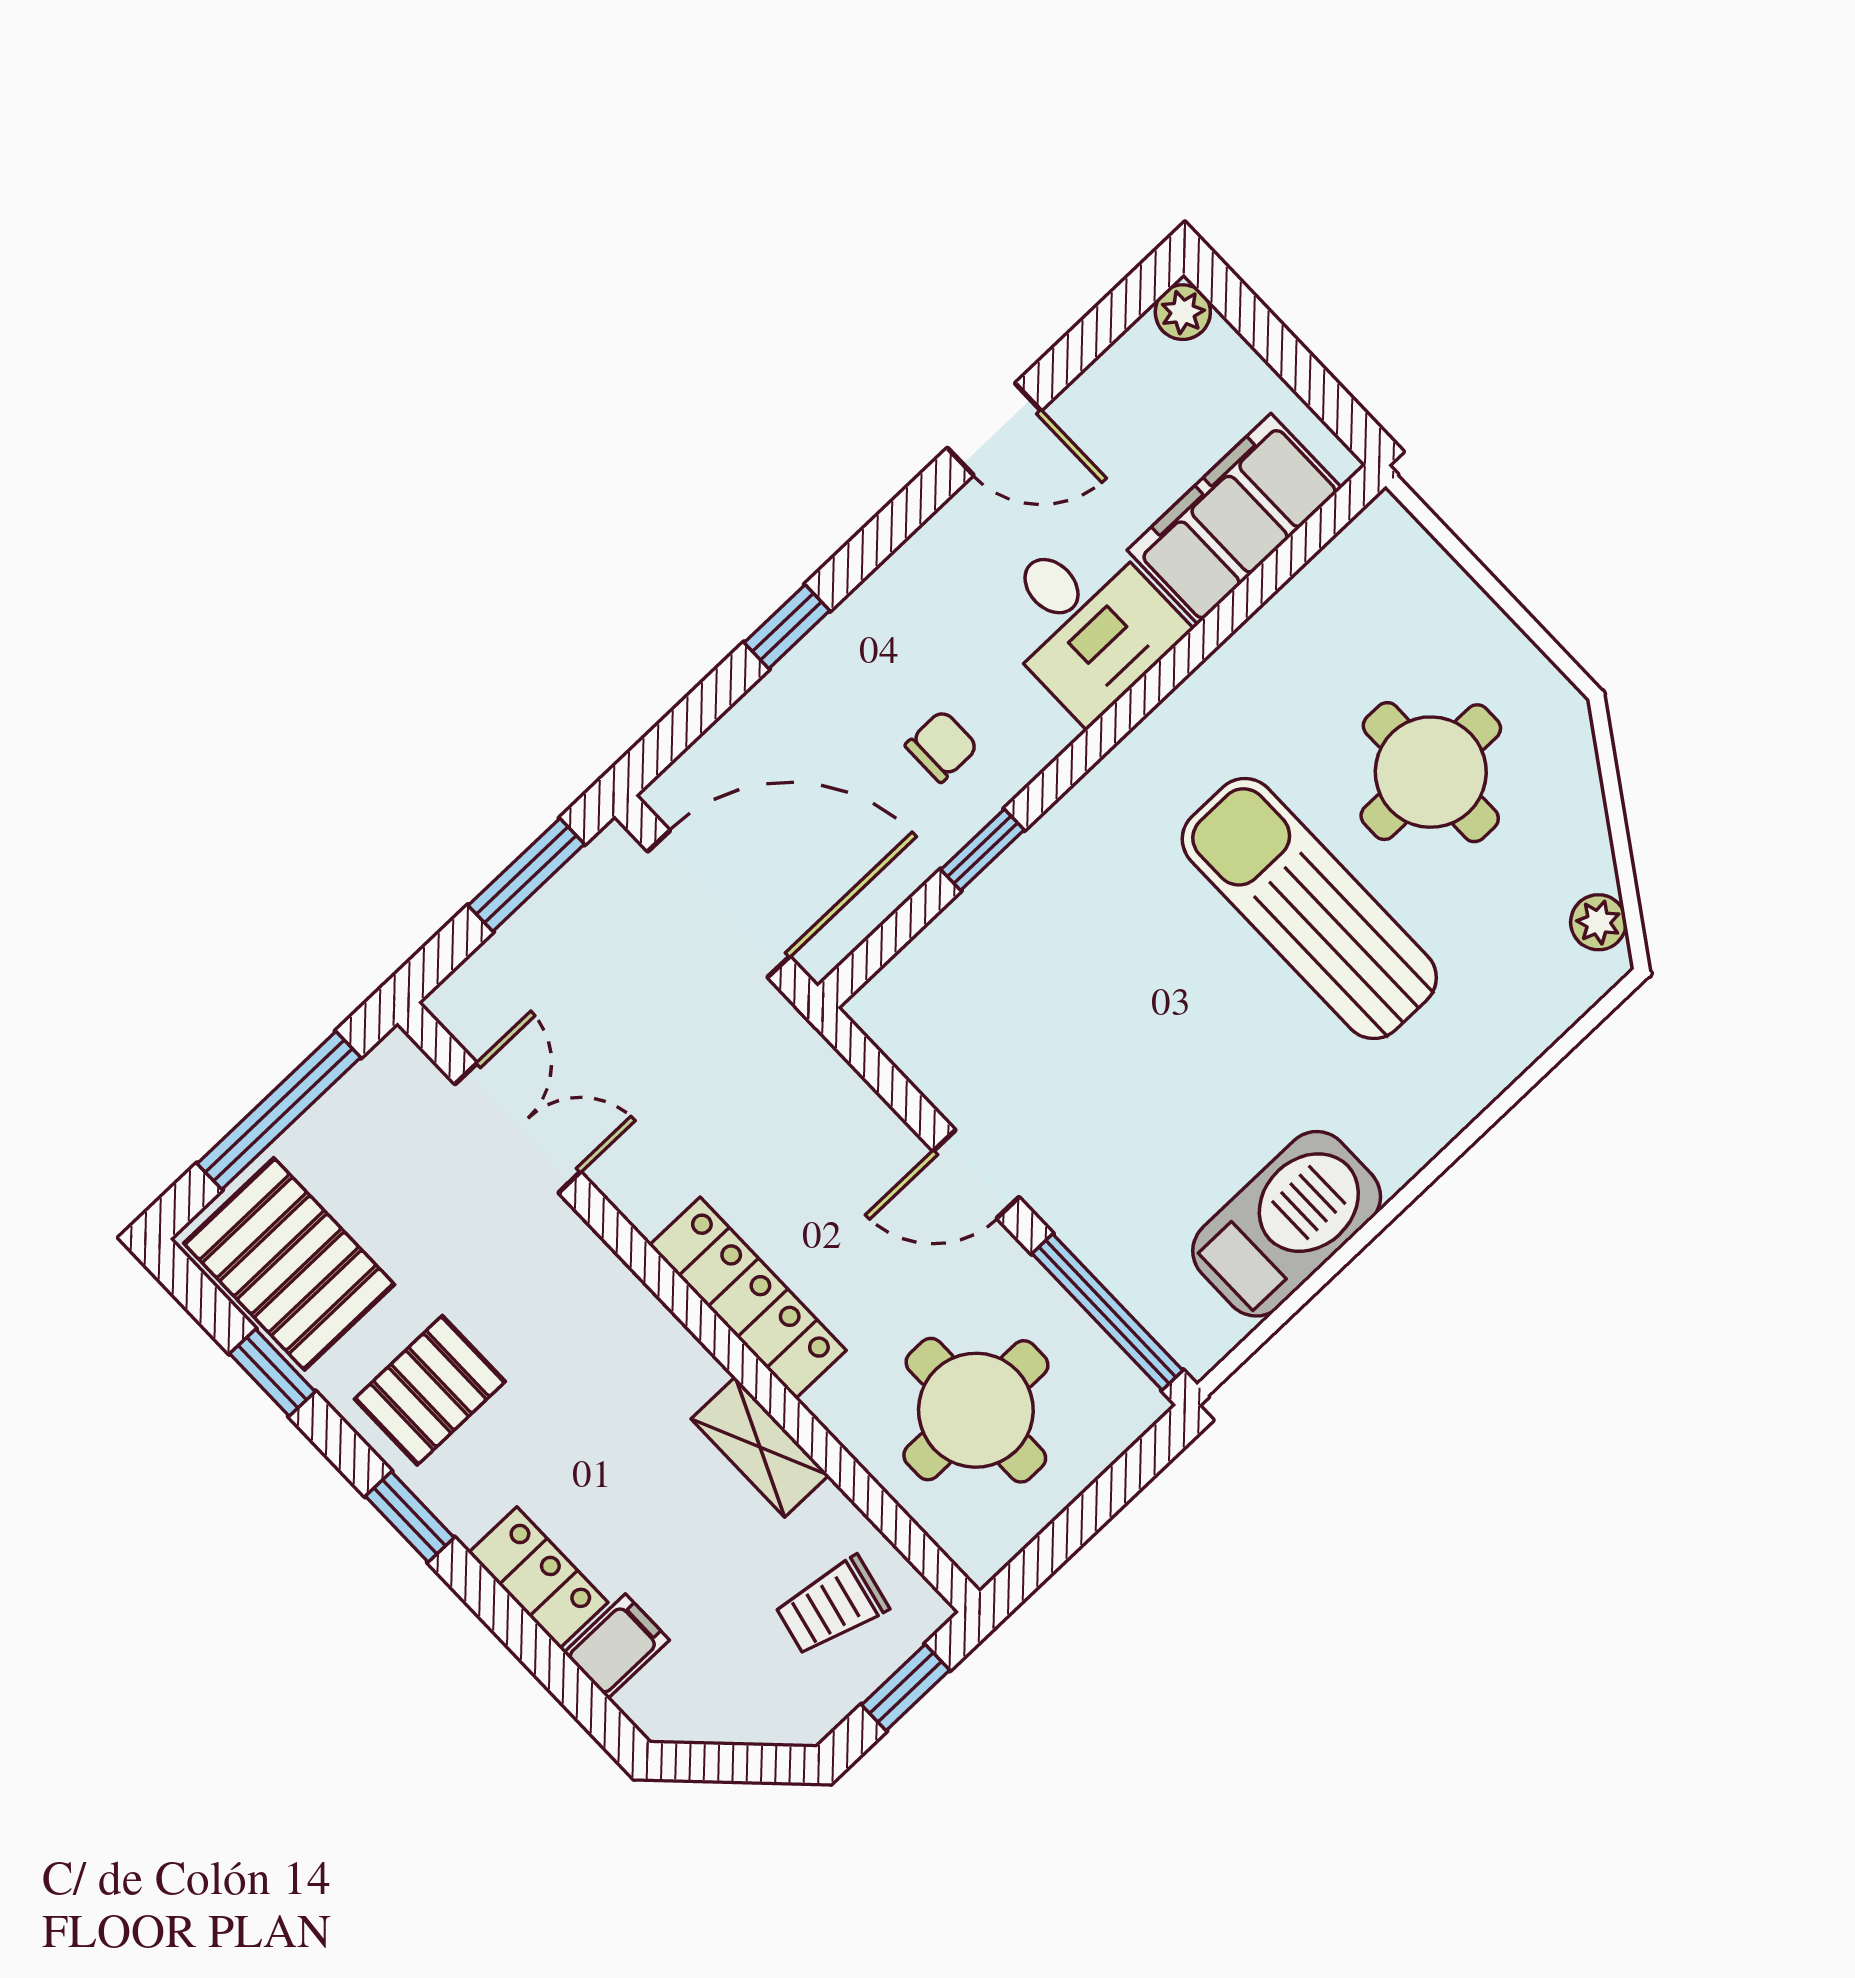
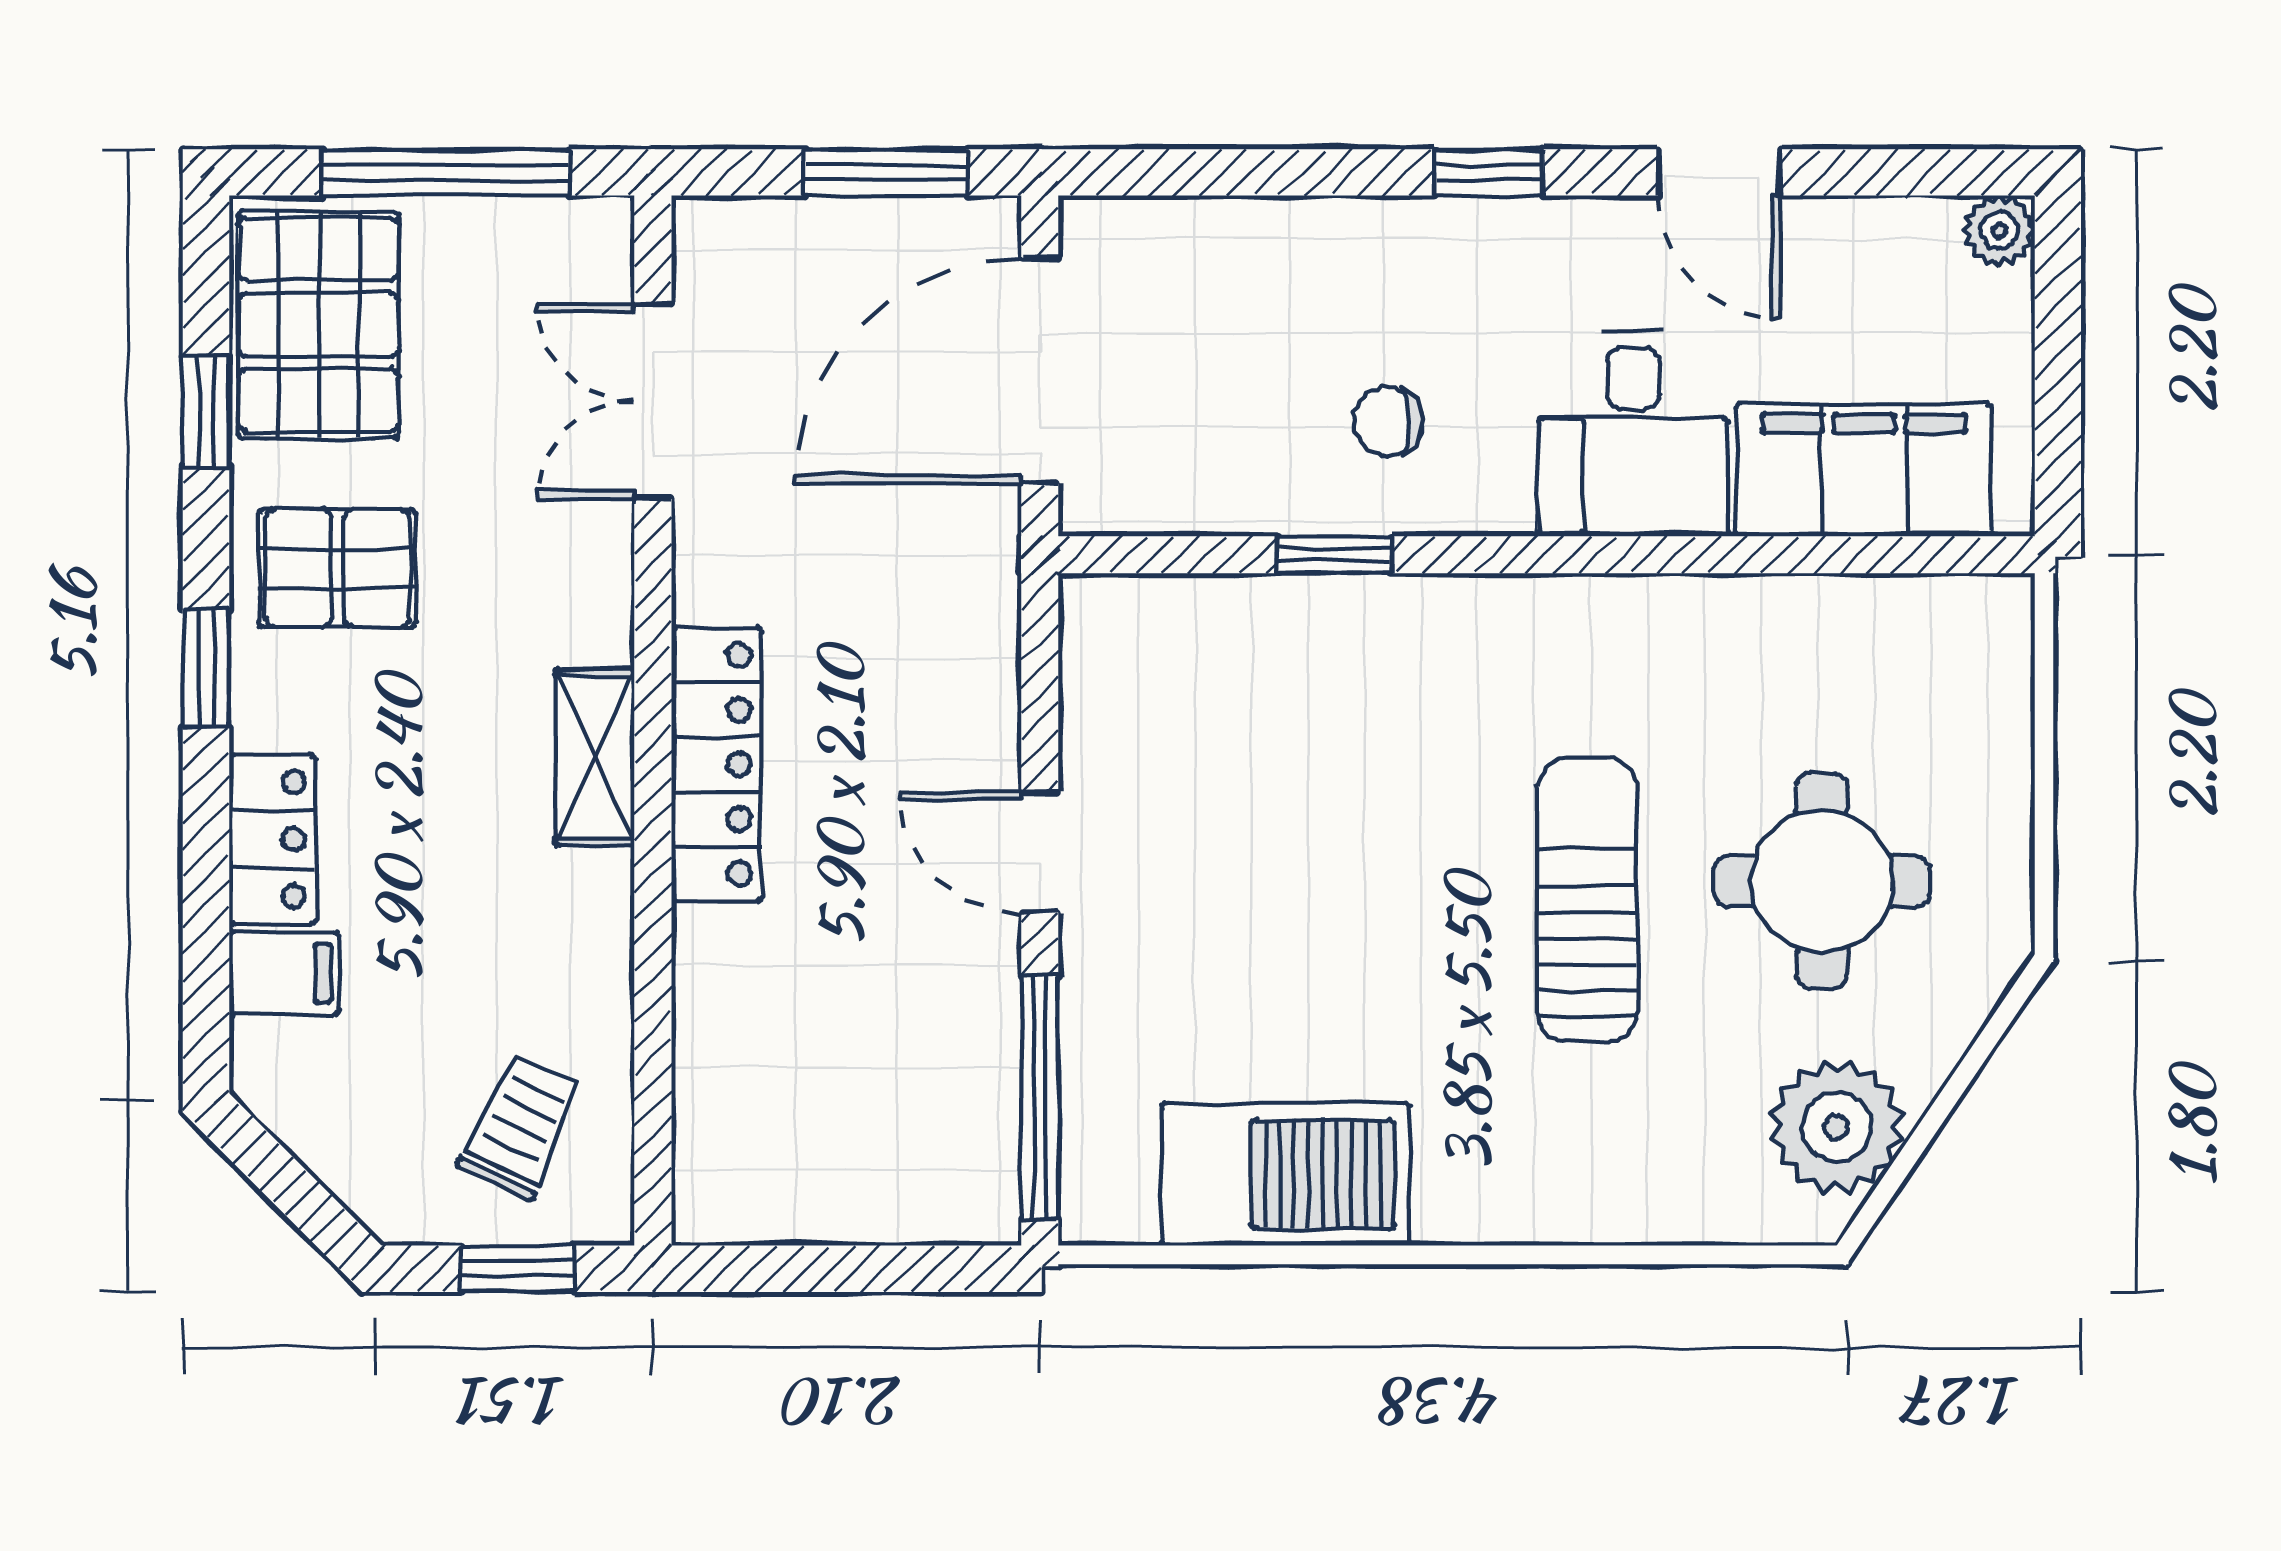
window: (787, 627) -> (1489, 172), moved
chair: (942, 746) -> (1388, 422), turned 180
door: (719, 904) -> (1040, 371), swing flipped
sun lounger: (1309, 908) -> (1587, 900), width x0.73, depth x0.75
plant: (1598, 922) -> (1837, 1127), width x1.88, depth x1.88
double door: (518, 1128) -> (653, 401), swing flipped
round table: (976, 1410) -> (830, 1072), removed
shelving: (760, 1447) -> (595, 757), moved
trolley: (832, 1606) -> (521, 1127), turned 102

